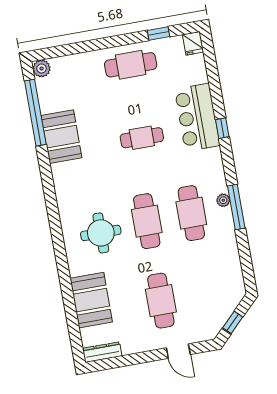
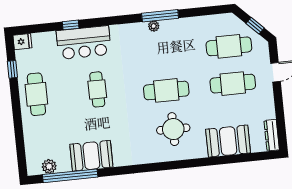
plant: (42, 68) -> (49, 166), moved
window: (222, 128) -> (71, 25), moved
cafe table: (191, 213) -> (229, 46), moved

